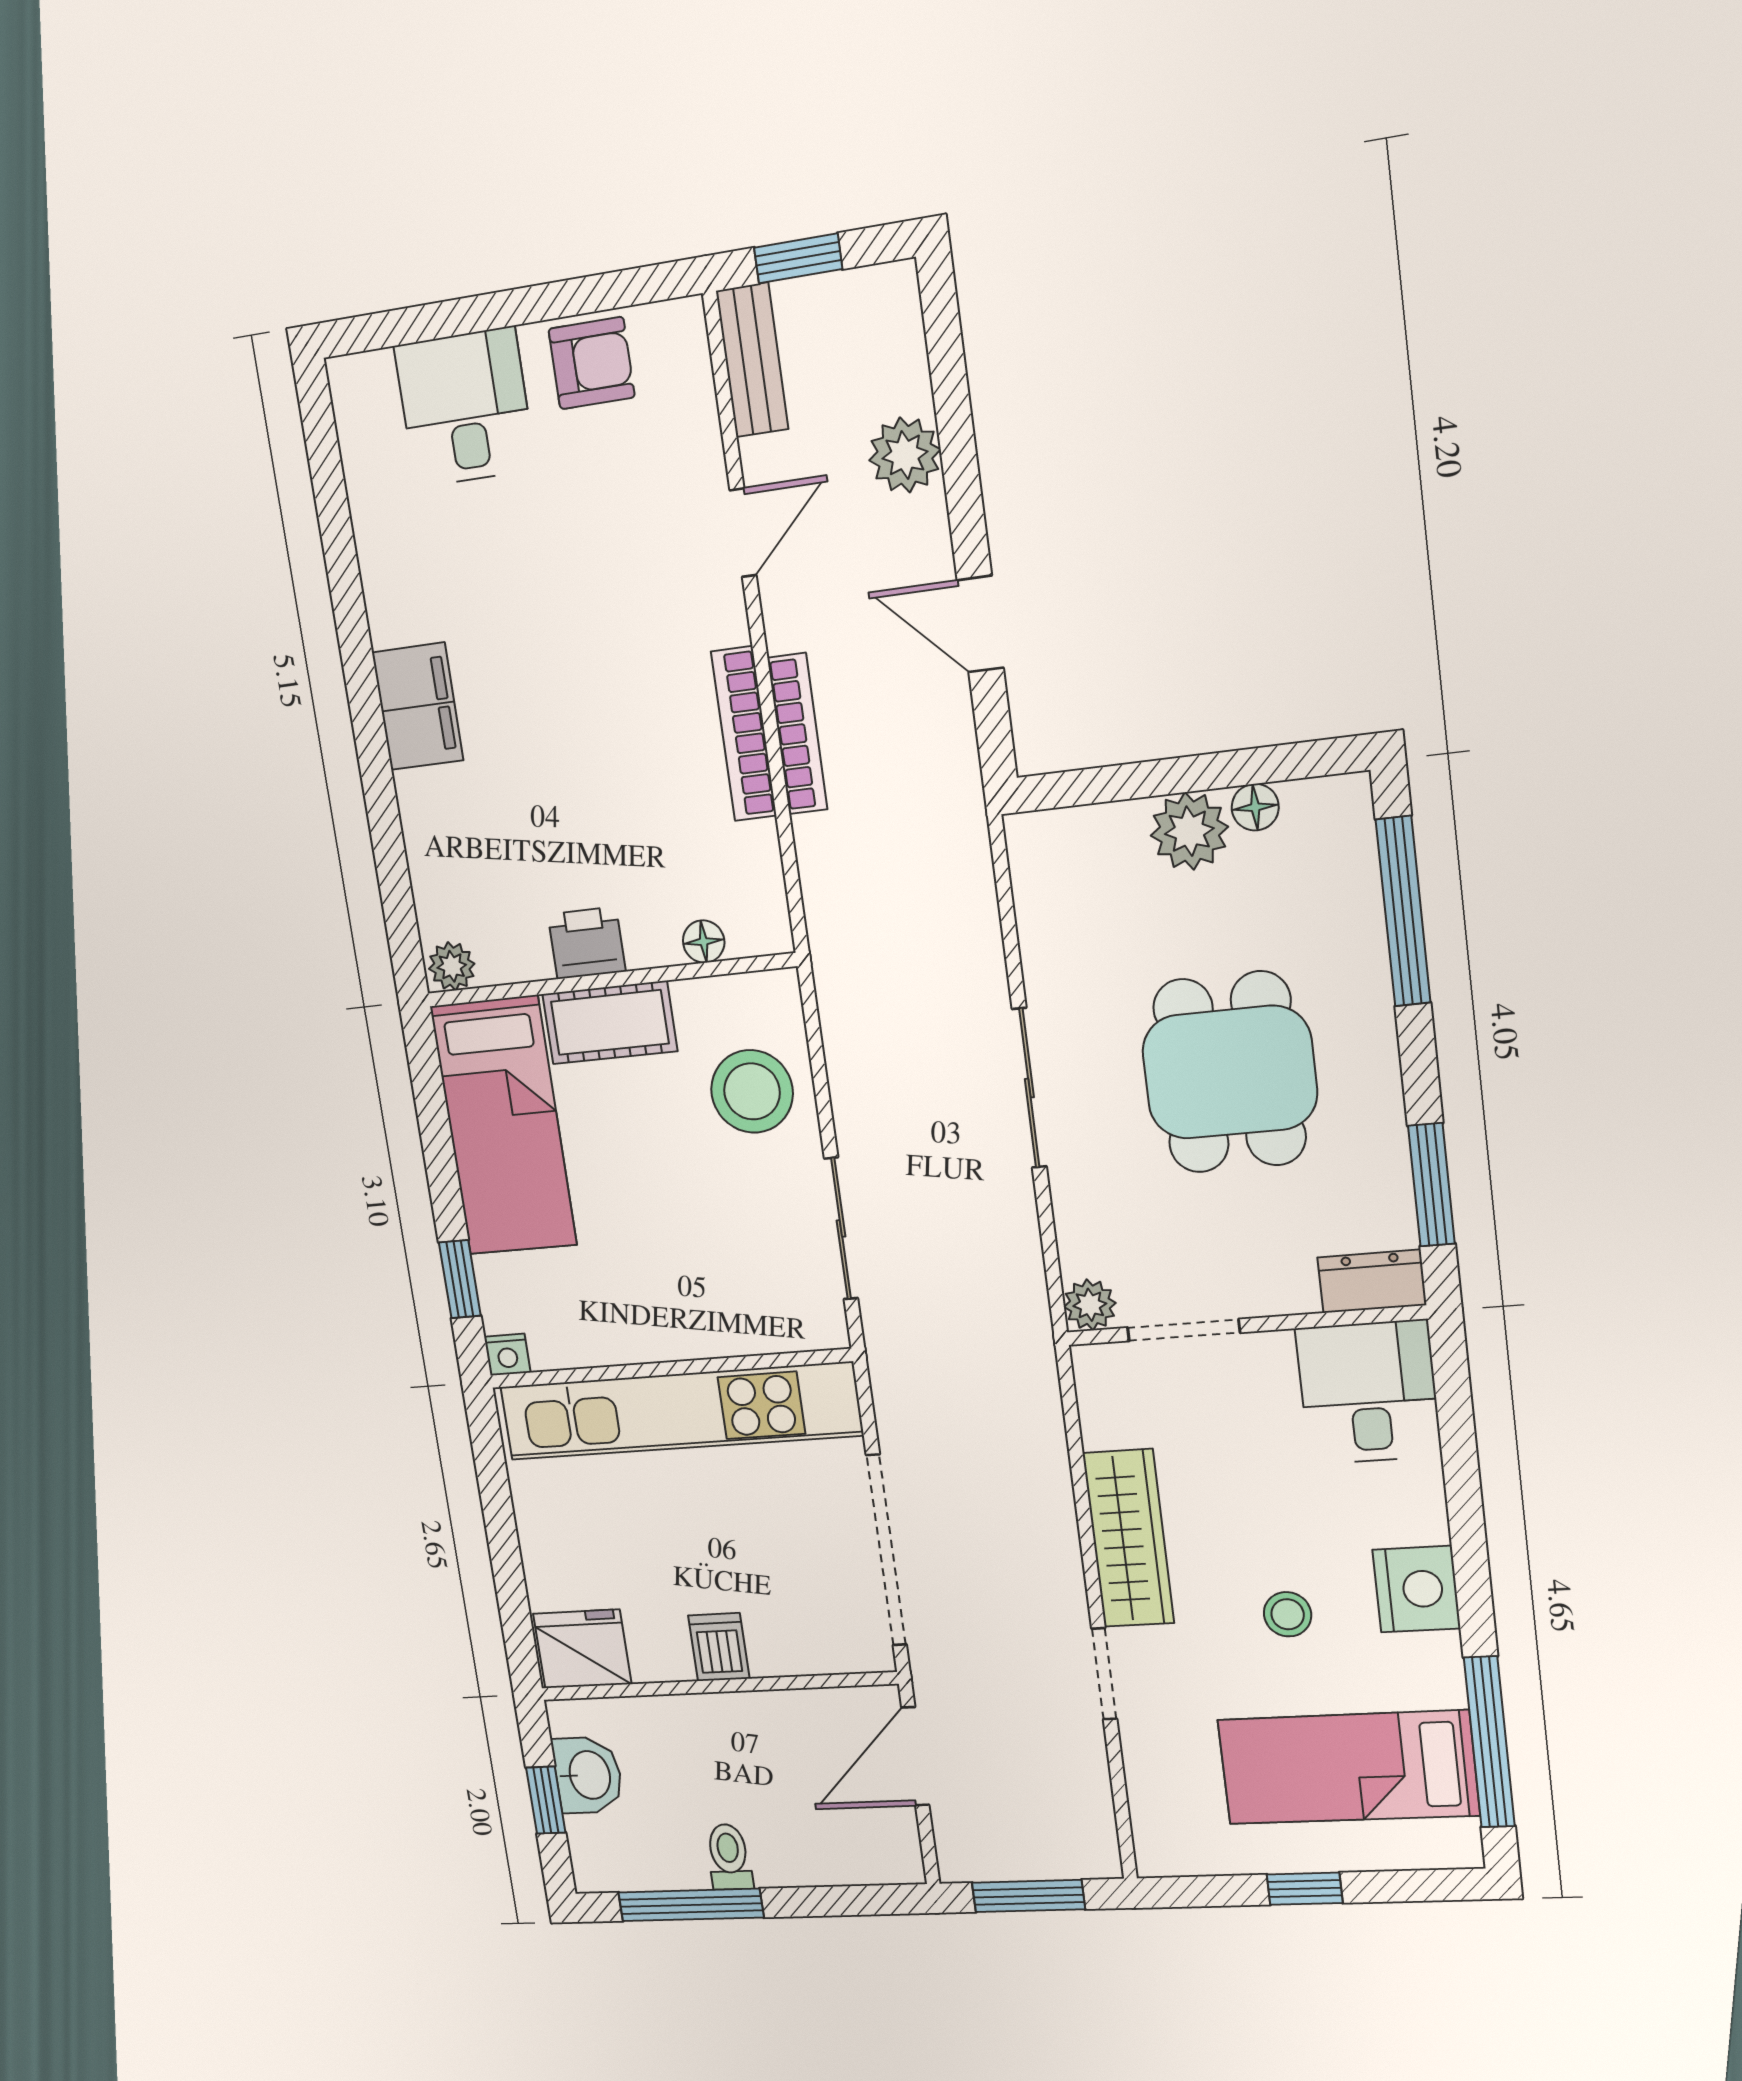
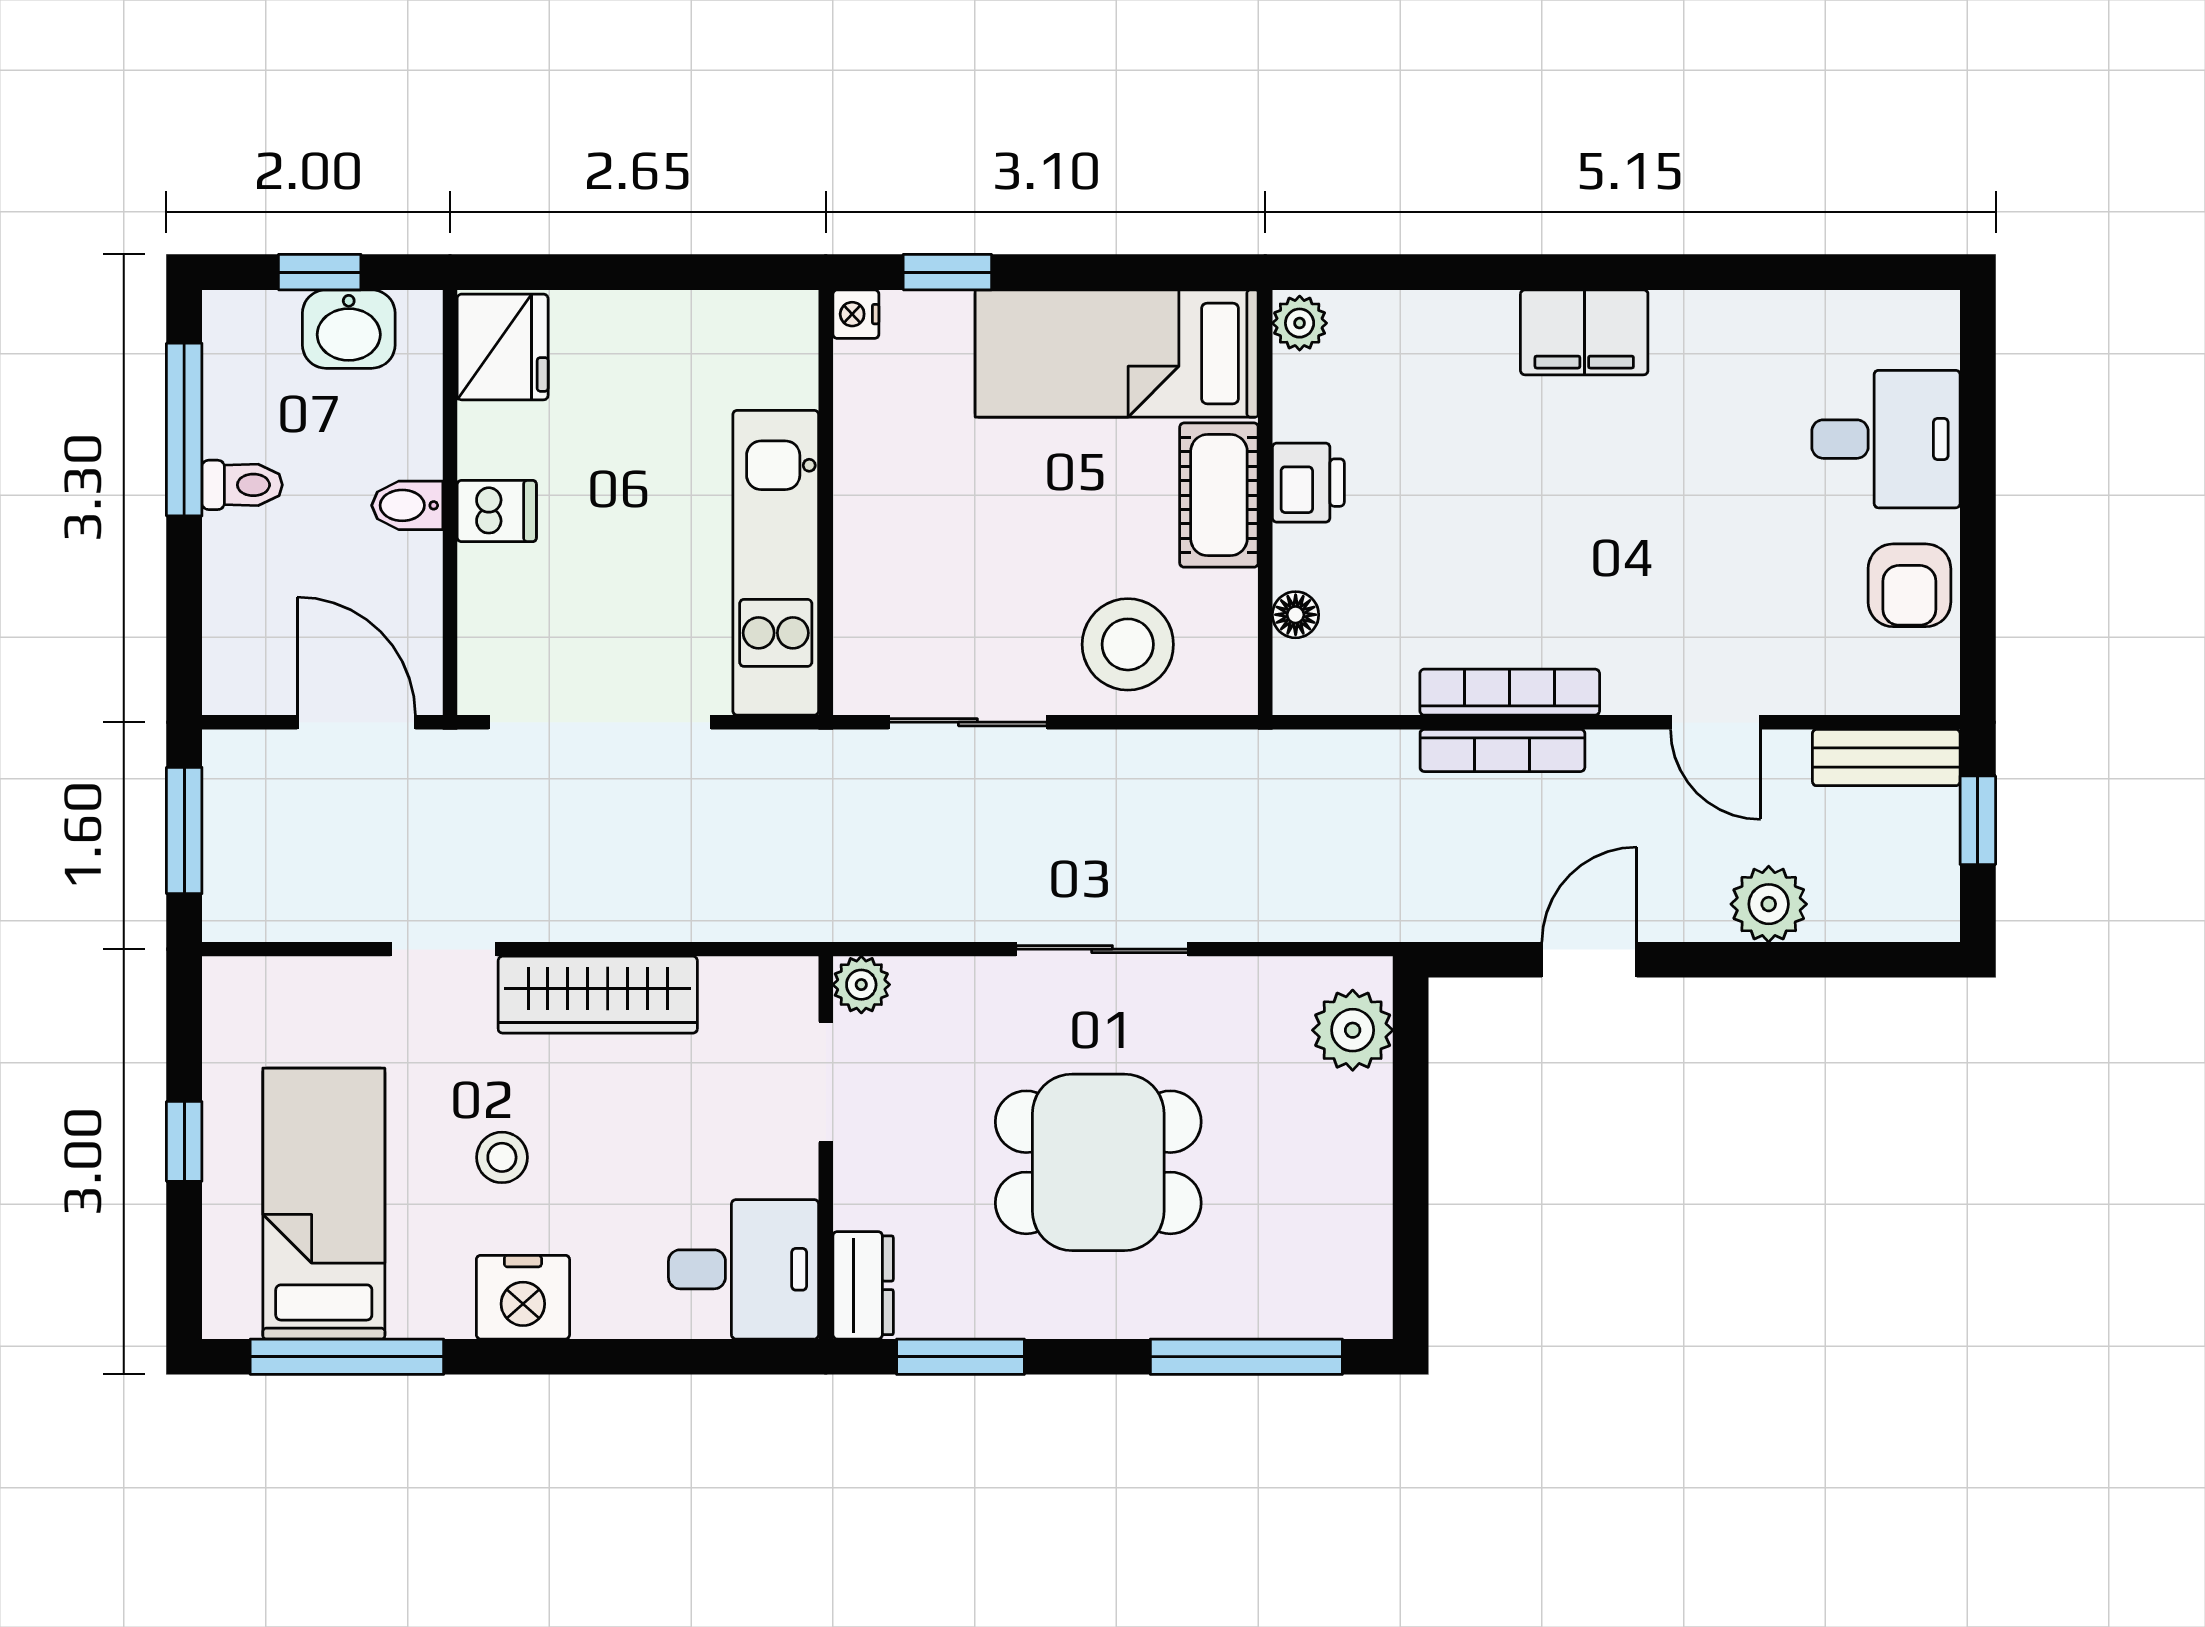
floor lamp: (1255, 807) -> (1369, 1219), removed
plant: (1189, 831) -> (1353, 1030), moved
kitchen unit: (680, 1411) -> (776, 563), width x0.73
bidet: (725, 1721) -> (407, 505), added

